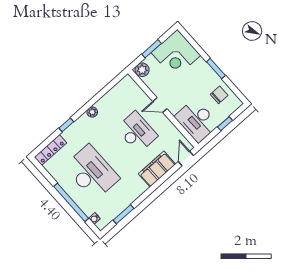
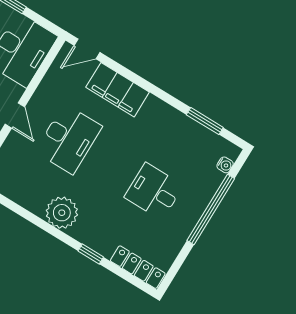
plant: (92, 112) -> (62, 213), width x1.88, depth x1.88
desk: (137, 132) -> (69, 139), turned 180
desk: (92, 173) -> (154, 191), width x0.53, depth x0.77

